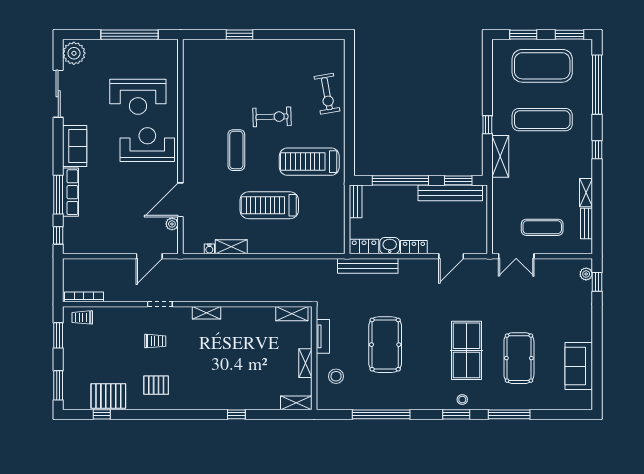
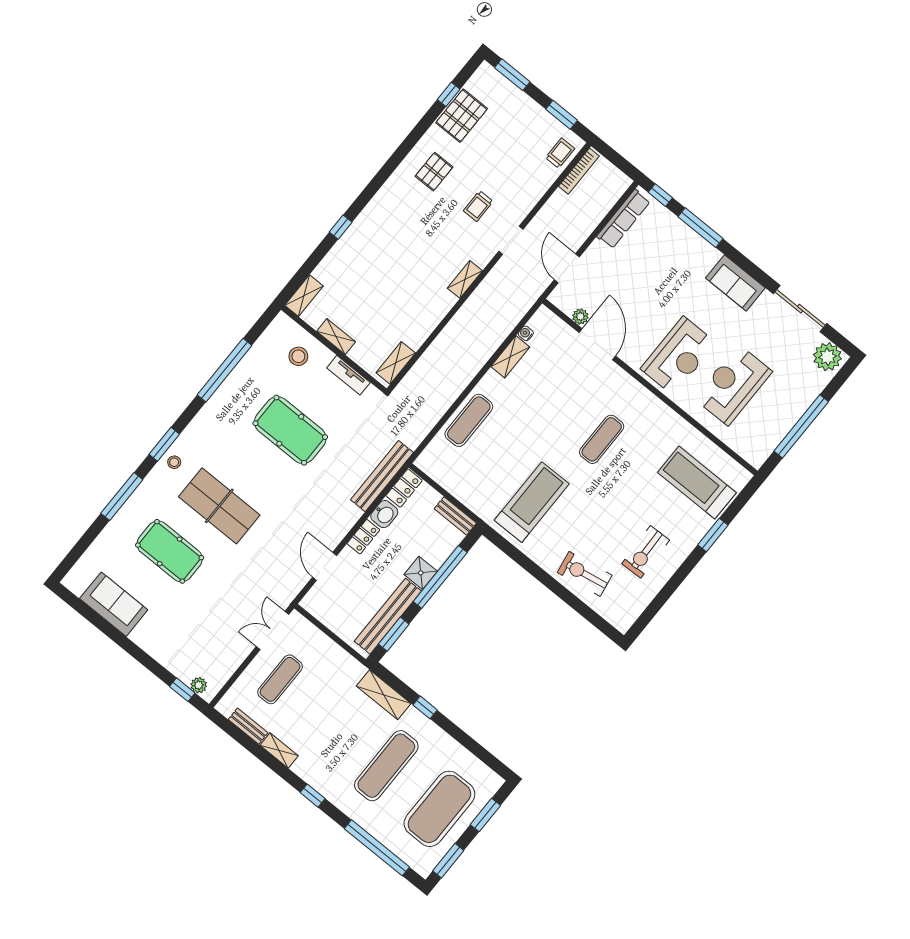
exercise bike: (272, 117) -> (646, 552), moved
exercise mat: (236, 150) -> (602, 439), turned 90
row of seats: (71, 192) -> (623, 219), moved, turned -90
shower: (408, 194) -> (421, 573), added
treadmill: (269, 205) -> (697, 483), moved, turned -90
exercise mat: (291, 241) -> (469, 420), added

